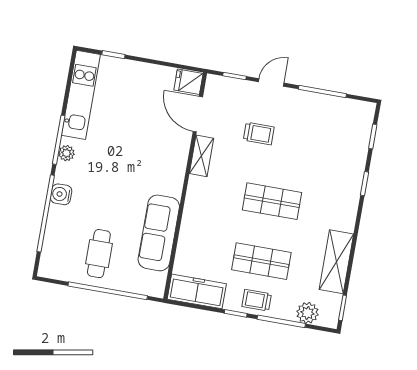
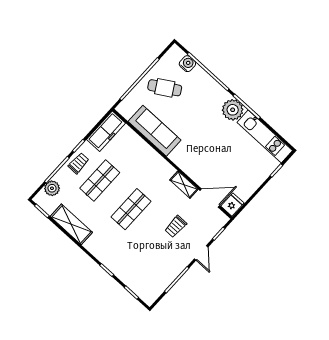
plant: (66, 153) -> (233, 110), width x1.87, depth x1.87
water cooler: (61, 194) -> (187, 64), moved
cafe table: (99, 254) -> (165, 88), turned -31

